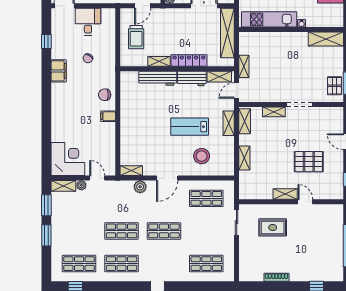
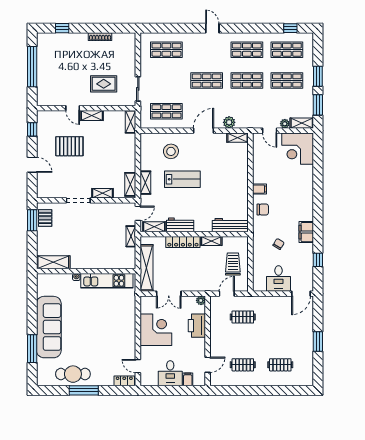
workbench: (158, 78) -> (230, 225), moved
shelving: (244, 158) -> (130, 122), moved
shop shelf: (79, 231) -> (287, 80), added

